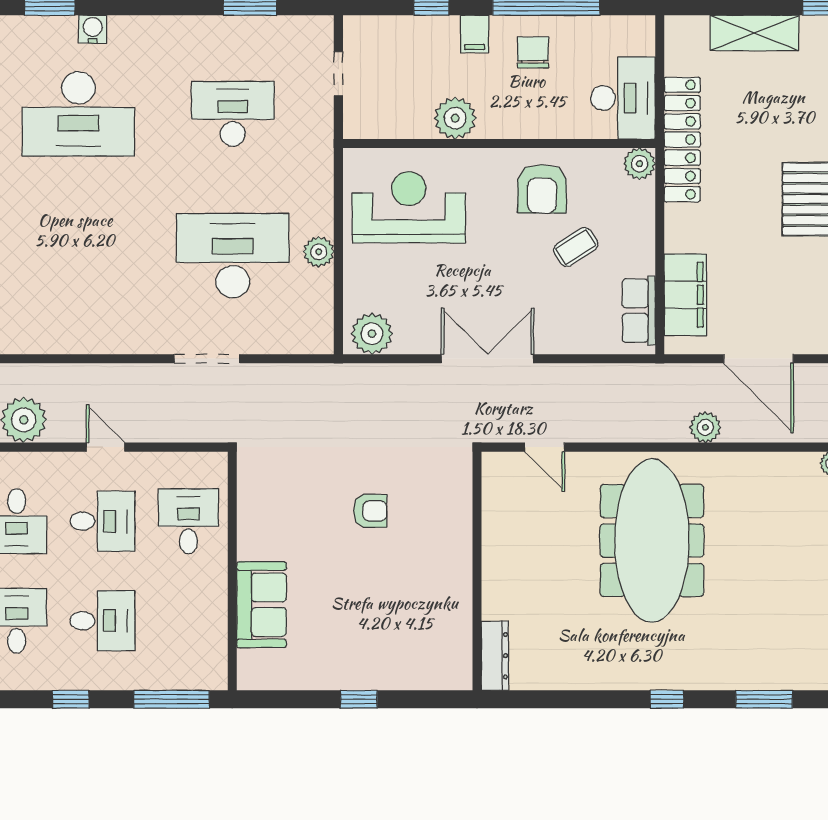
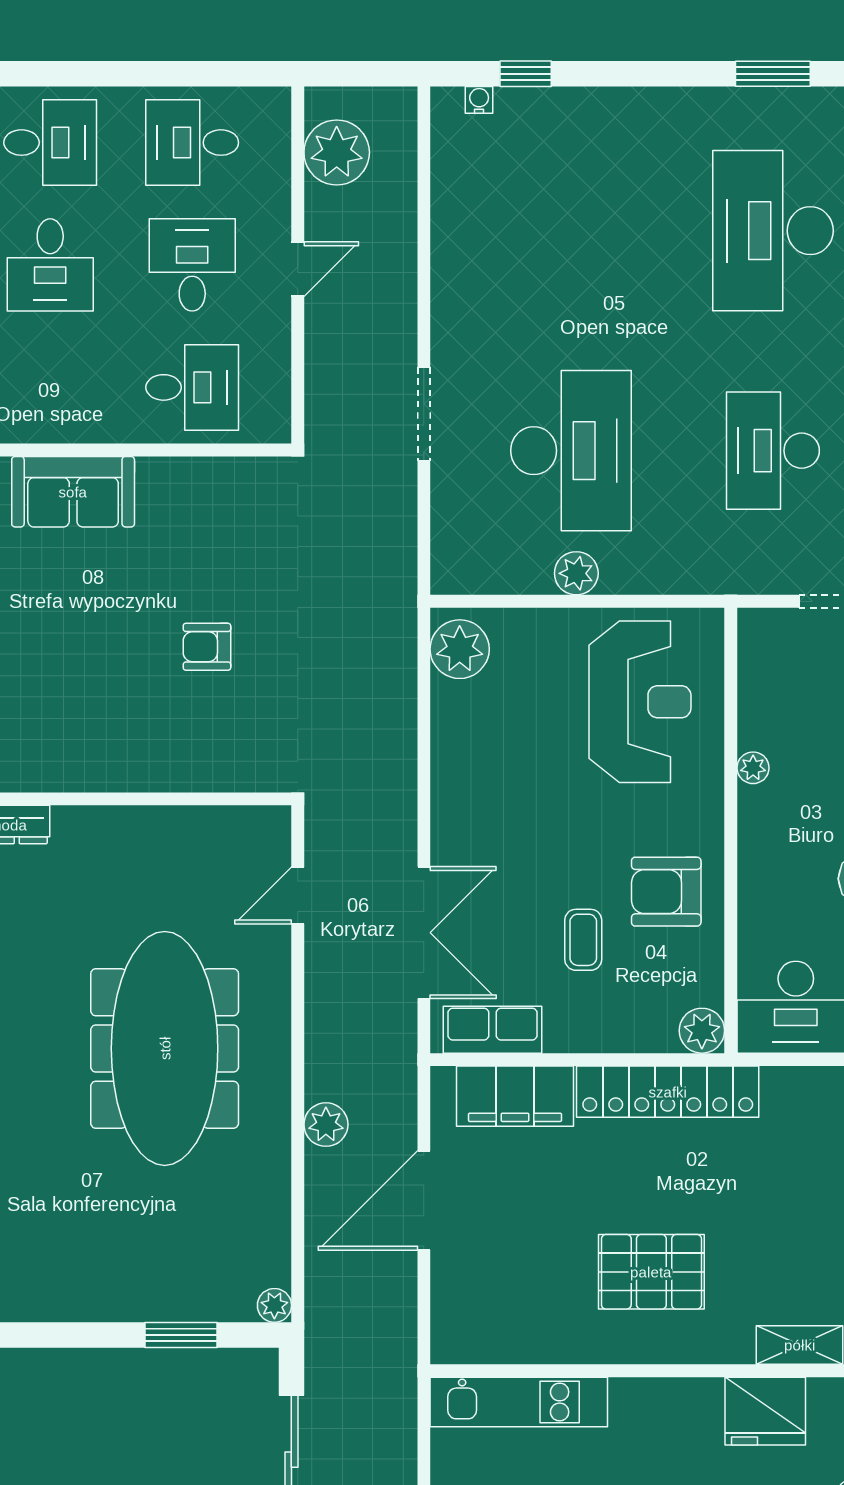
desk: (233, 114) -> (773, 451), turned 180
plant: (455, 118) -> (753, 768), width x0.53, depth x0.53
locker: (682, 140) -> (668, 1092), moved
coffee table: (576, 247) -> (583, 940), turned 33
double door: (488, 359) -> (424, 933), moved
armchair: (370, 511) -> (207, 647), turned 90
desk: (103, 521) -> (192, 265), turned 180
meeting table: (652, 541) -> (165, 1048), turned 90

